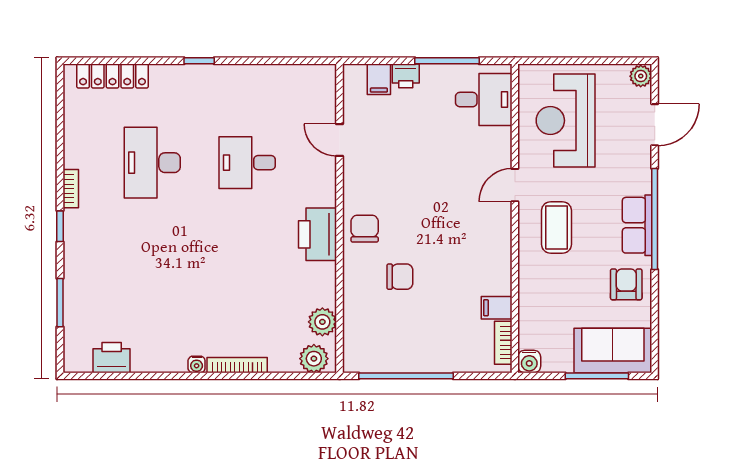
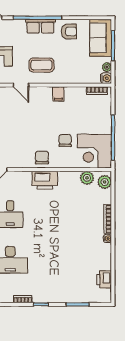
chair: (365, 229) -> (42, 157), turned 90
armchair: (626, 284) -> (69, 31), turned 180
filing cabinet: (497, 308) -> (58, 94), moved
corner desk: (378, 338) -> (95, 151), added
plant: (552, 363) -> (107, 67), added

